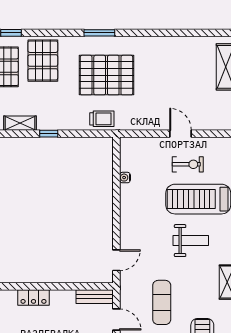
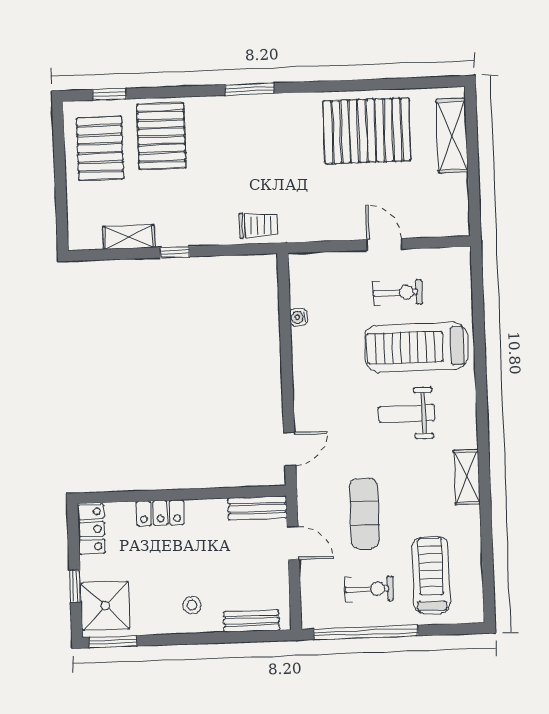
pallet: (106, 75) -> (367, 131), moved
weight bench: (191, 241) -> (407, 414), turned 180

